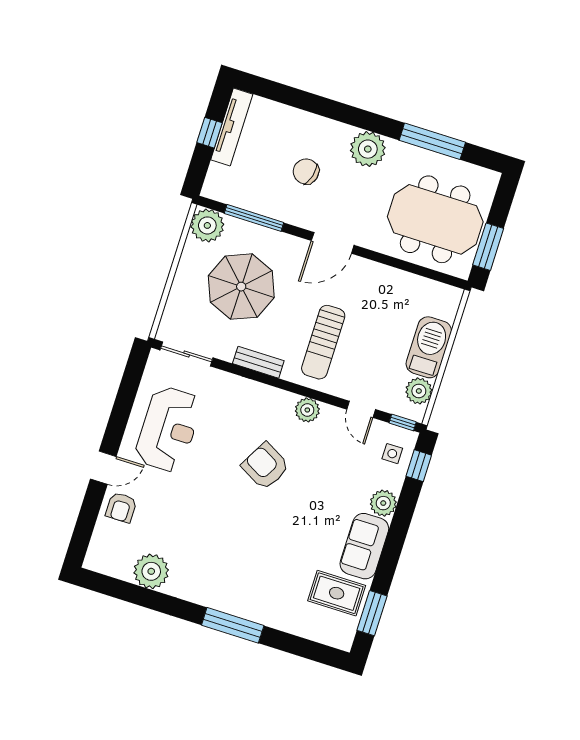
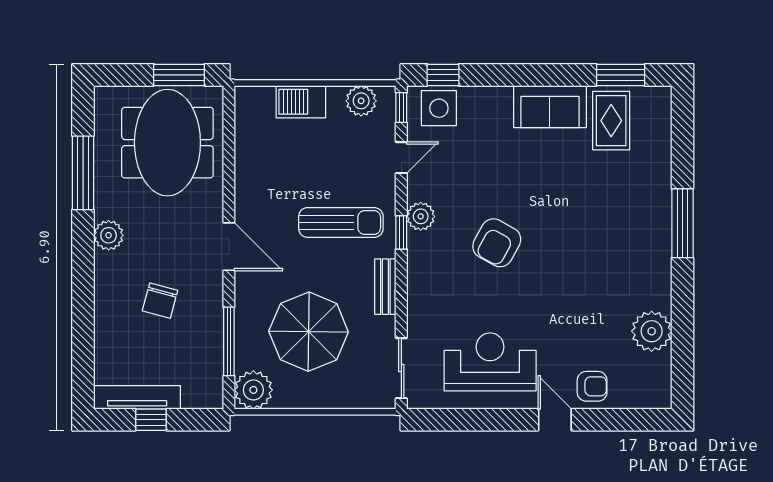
plant: (368, 149) -> (109, 235), width x0.73, depth x0.73
barbecue: (429, 347) -> (301, 102), width x0.73, depth x0.83
window: (299, 390) -> (401, 232), added
side table: (392, 454) -> (439, 108), width x1.87, depth x1.87
plant: (383, 503) -> (496, 101), removed

